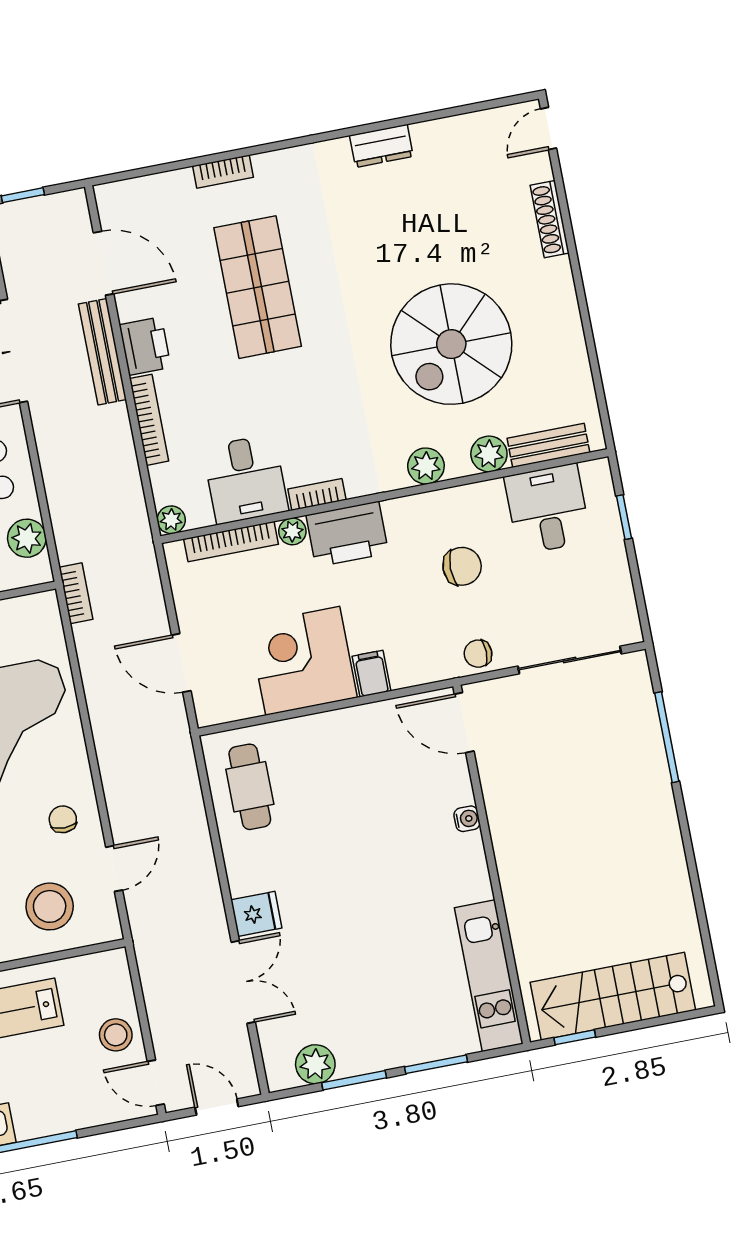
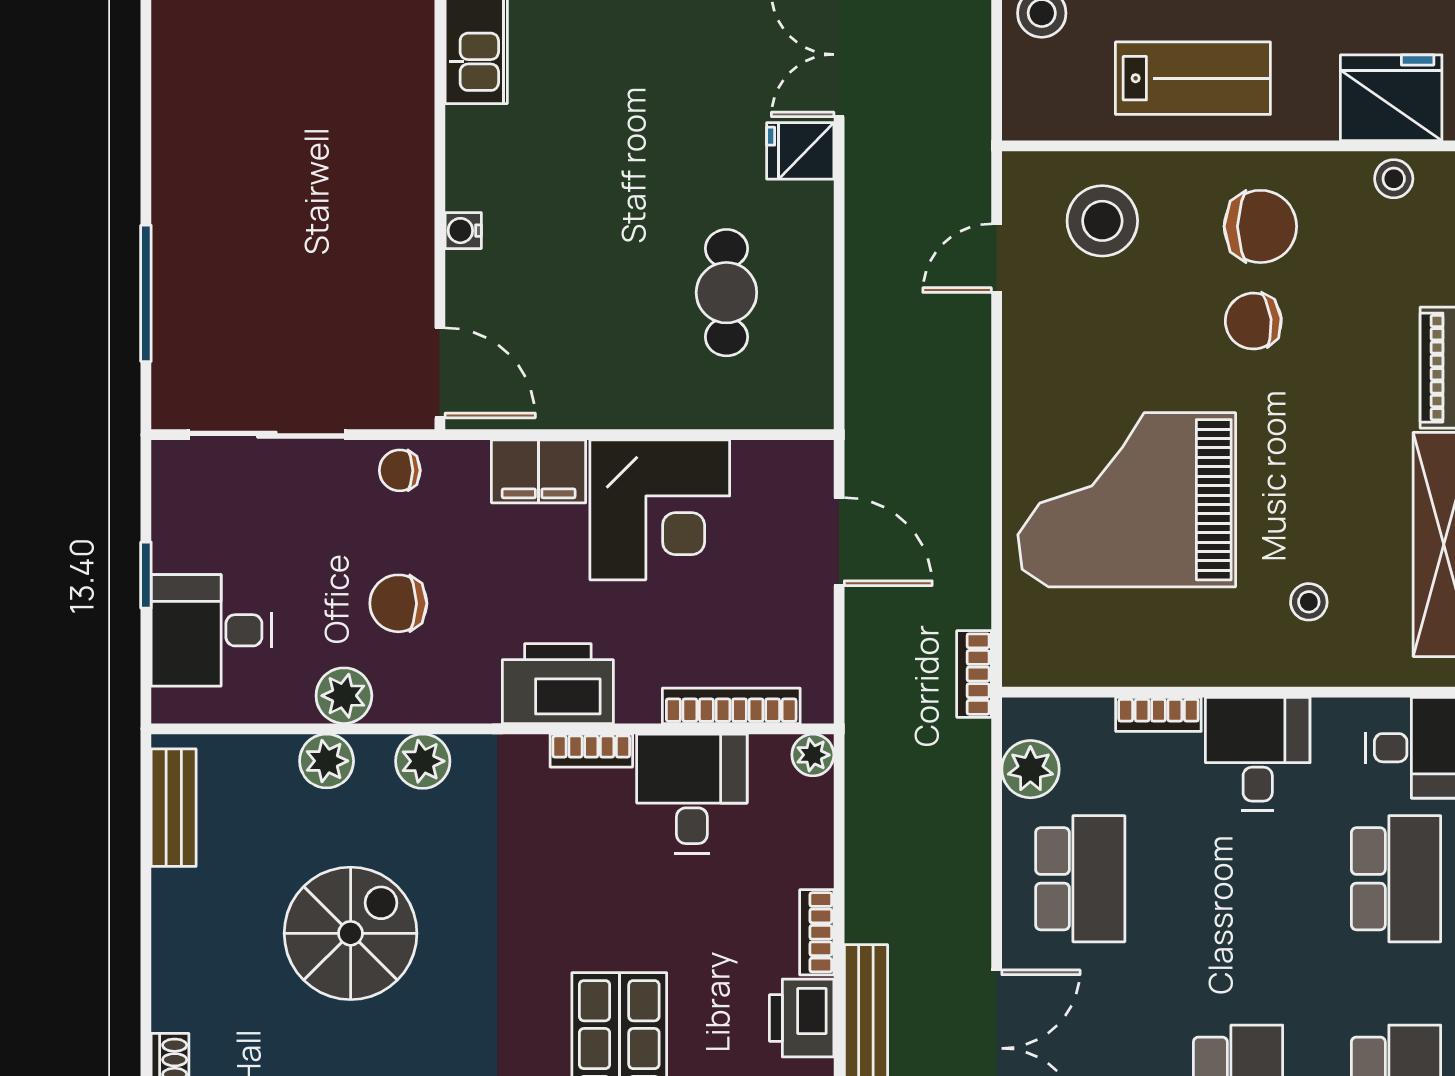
spiral stairs: (451, 344) -> (351, 933), width x0.73, depth x0.73
bookcase: (149, 420) -> (817, 932), width x0.64
bench: (548, 445) -> (174, 808), moved, turned 90
desk: (548, 509) -> (211, 630), moved, turned 90
window: (624, 517) -> (146, 575), moved
plant: (292, 531) -> (344, 696), moved, width x1.38, depth x1.38
chair: (478, 654) -> (400, 470), turned 180
filing cabinet: (372, 674) -> (539, 471), width x2.00
cafe table: (250, 787) -> (726, 293), moved
chair: (63, 819) -> (1058, 345), removed

